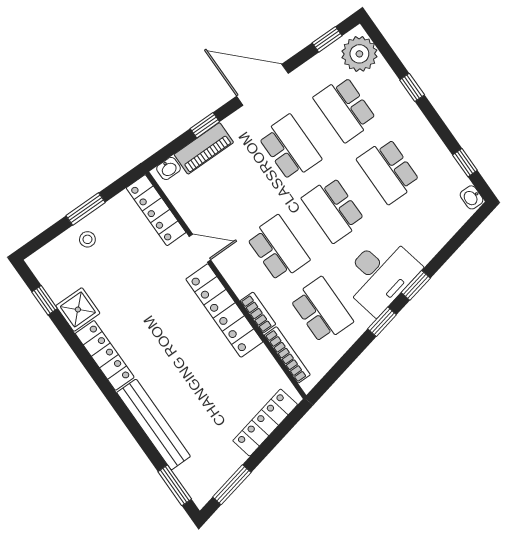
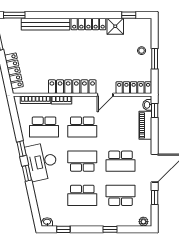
window: (327, 39) -> (155, 198), moved
plant: (359, 54) -> (143, 222), width x0.53, depth x0.53
window: (205, 125) -> (155, 111), moved
school desk: (388, 171) -> (82, 195), turned 180

